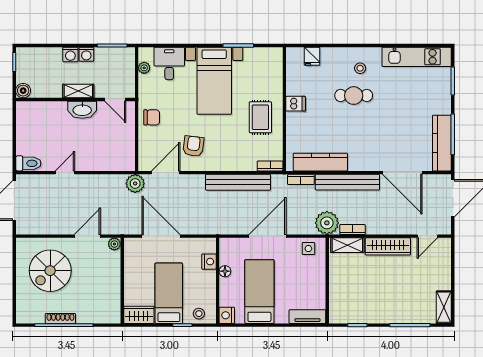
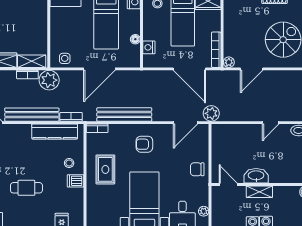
stool: (360, 68) -> (69, 163), moved
armchair: (193, 146) -> (144, 144), moved, turned 83
bookcase: (129, 259) -> (216, 50), added

